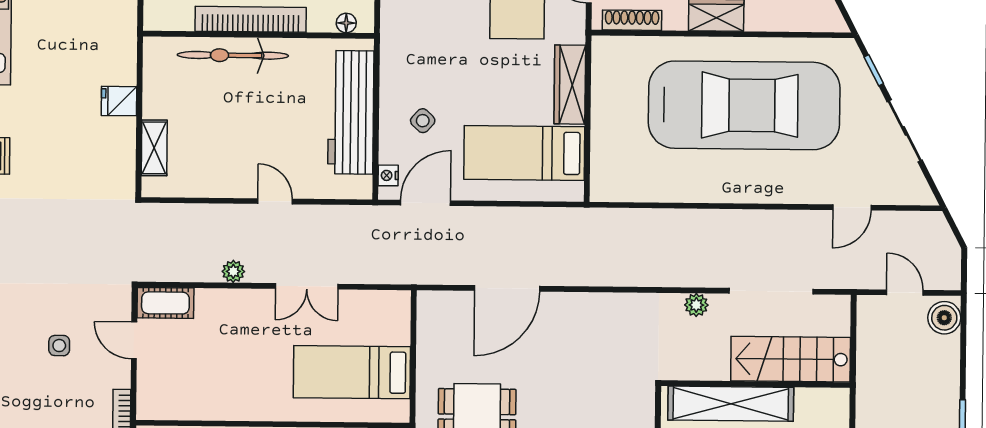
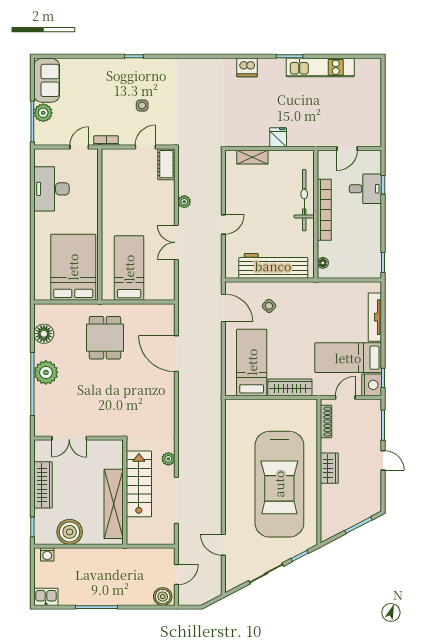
nightstand: (388, 175) -> (238, 287), removed
stairs: (791, 359) -> (139, 484), moved
shelving: (731, 404) -> (114, 504), moved

